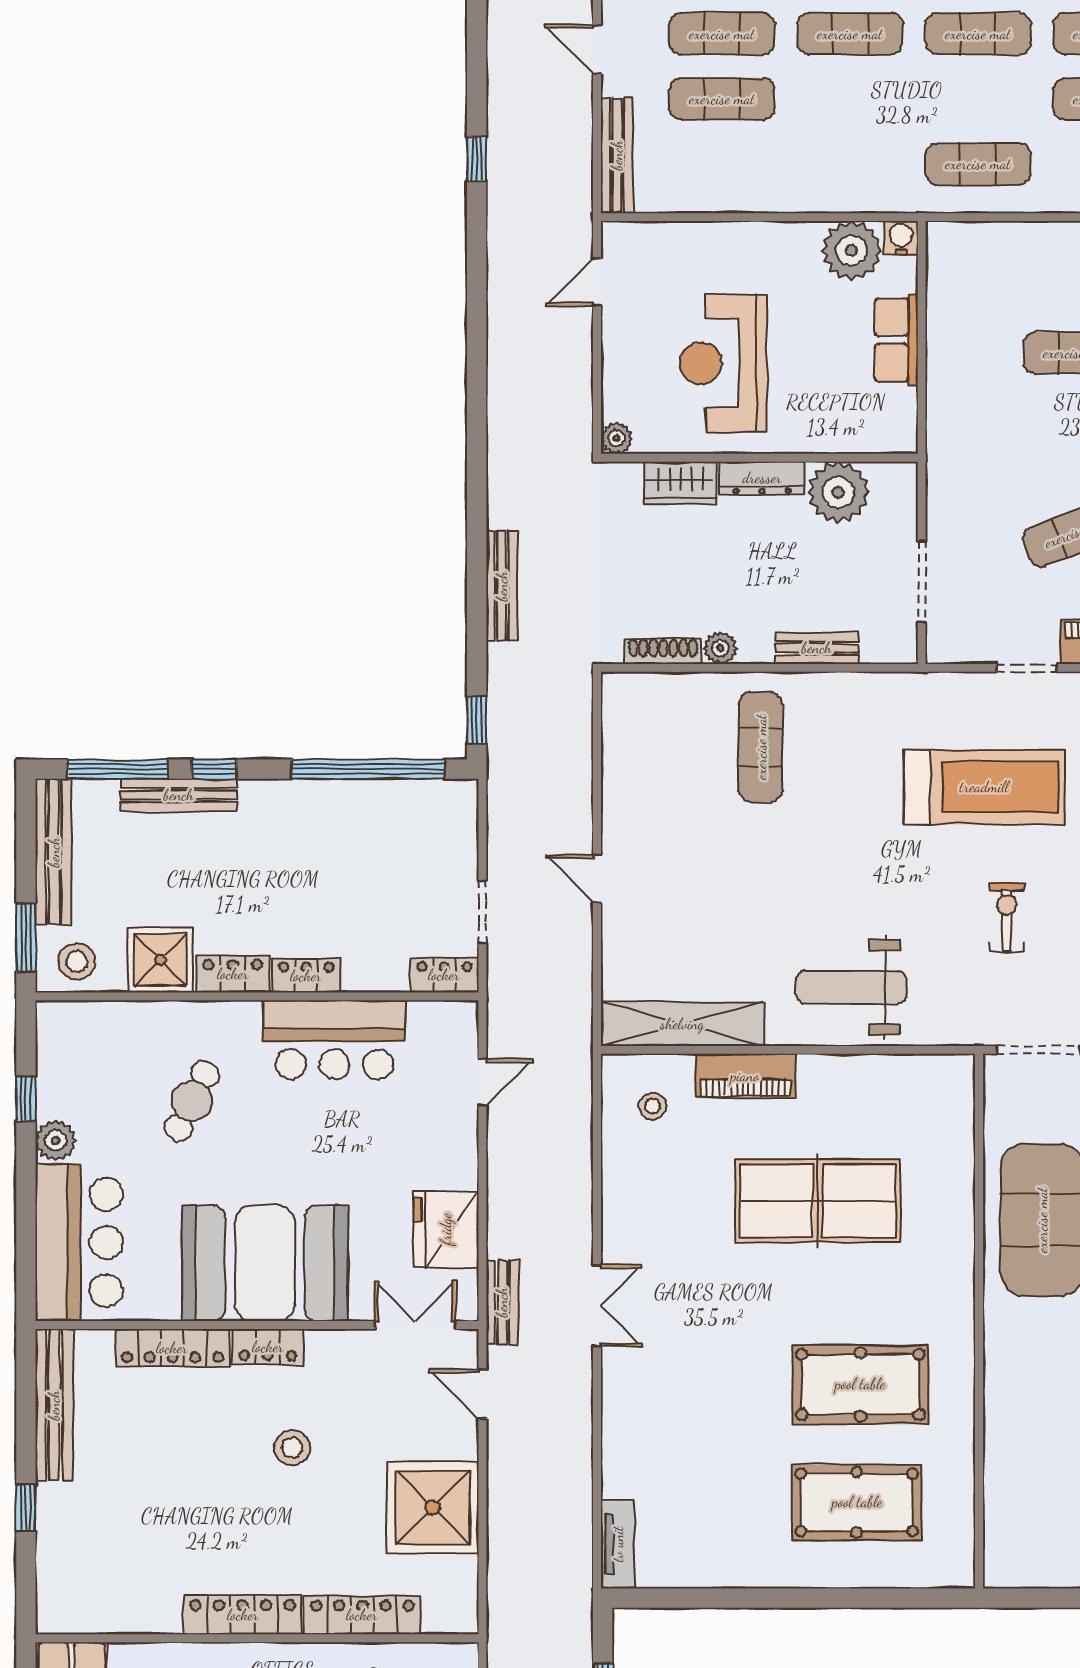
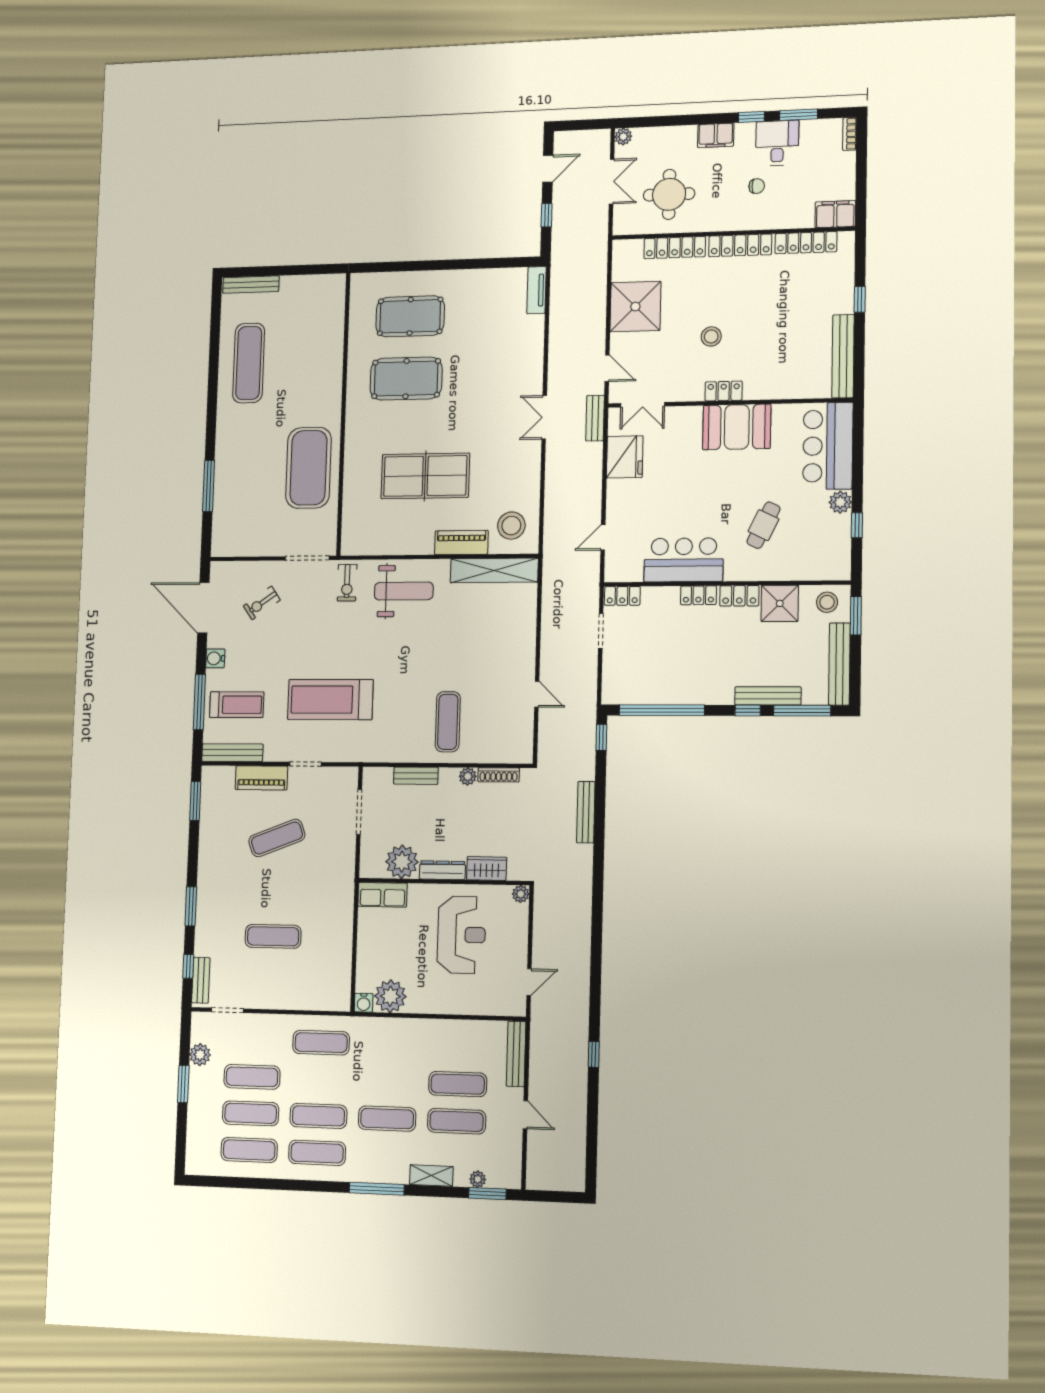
row of seats: (896, 340) -> (383, 895), moved, turned 90
door: (597, 879) -> (537, 694), moved
exercise bike: (1007, 917) -> (347, 583), moved
stool: (653, 1106) -> (511, 526), width x1.89, depth x1.89
booth: (265, 1263) -> (737, 427), width x0.73, depth x0.70
locker: (172, 1348) -> (806, 243), moved, turned 180

